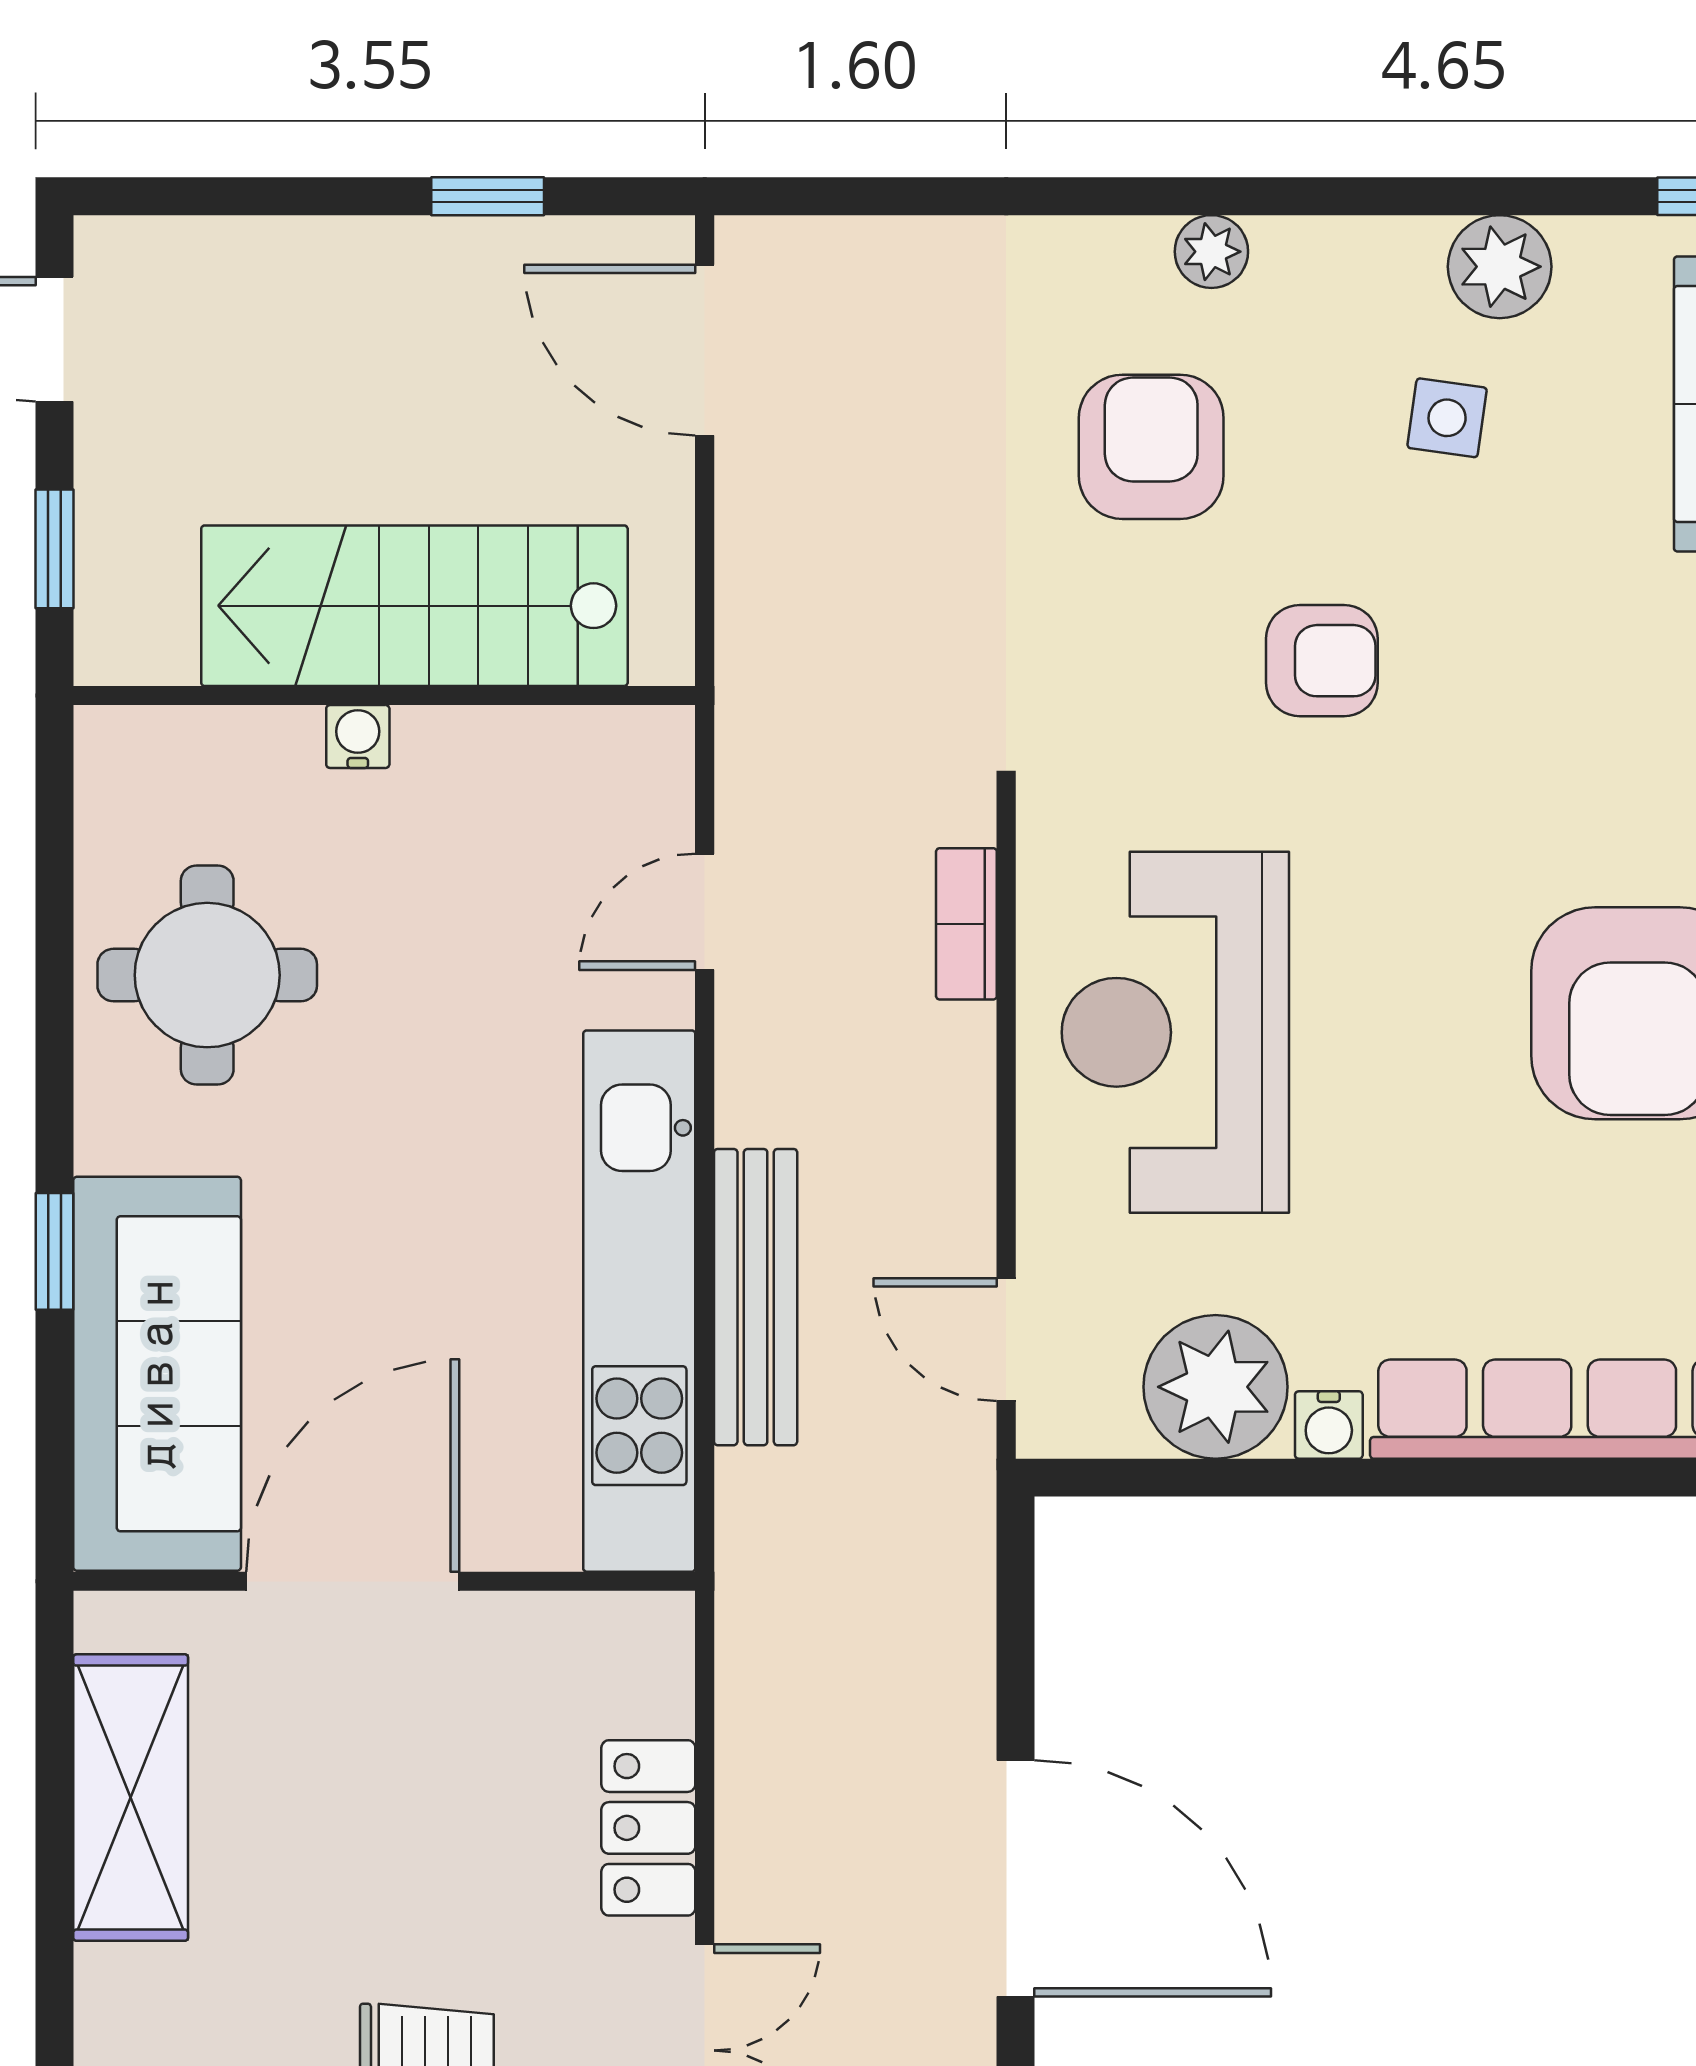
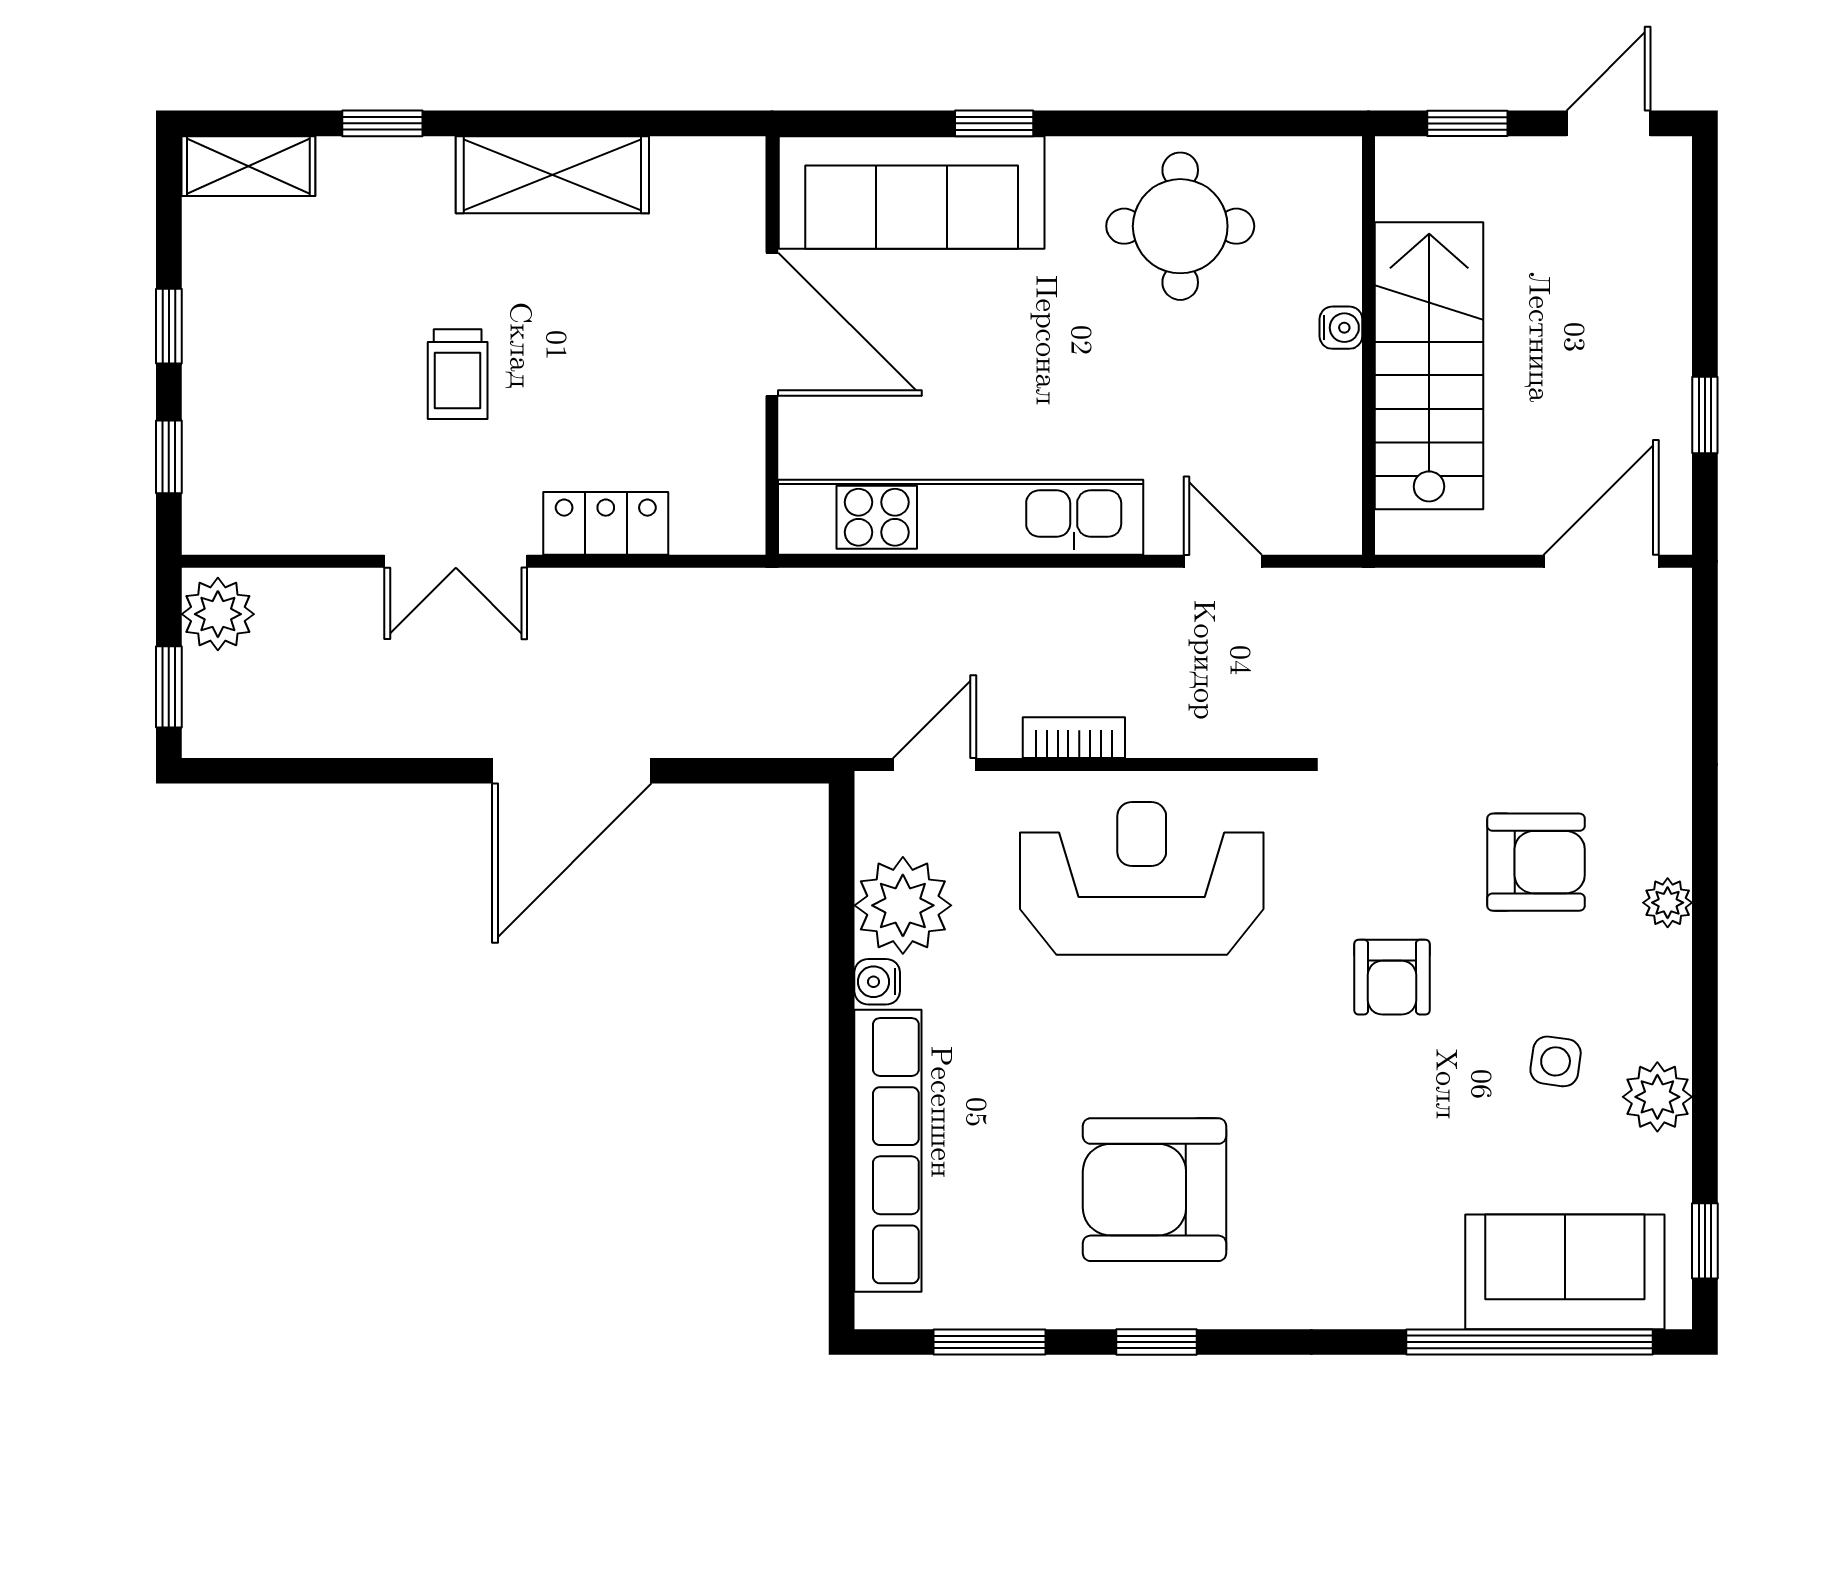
bookcase: (966, 924) -> (1074, 738), moved
bench: (756, 1297) -> (963, 596), removed
shelving: (131, 1798) -> (552, 175), moved

